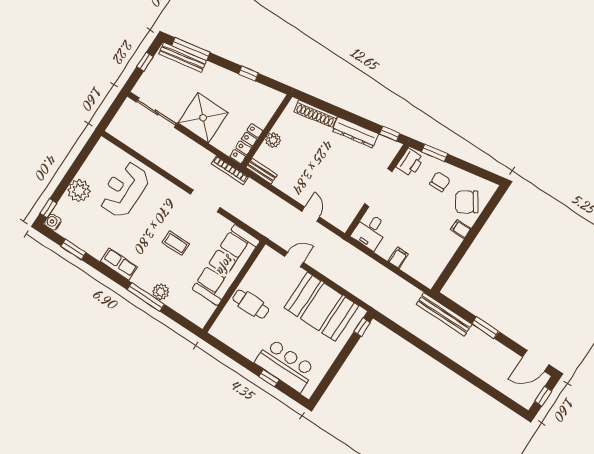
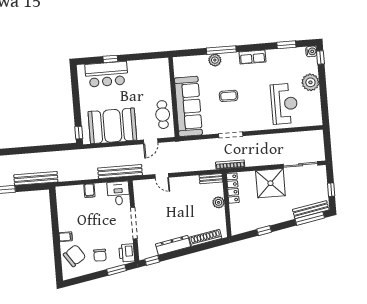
bench: (351, 253) -> (120, 172), added
cafe table: (251, 304) -> (163, 115), moved, turned 90

